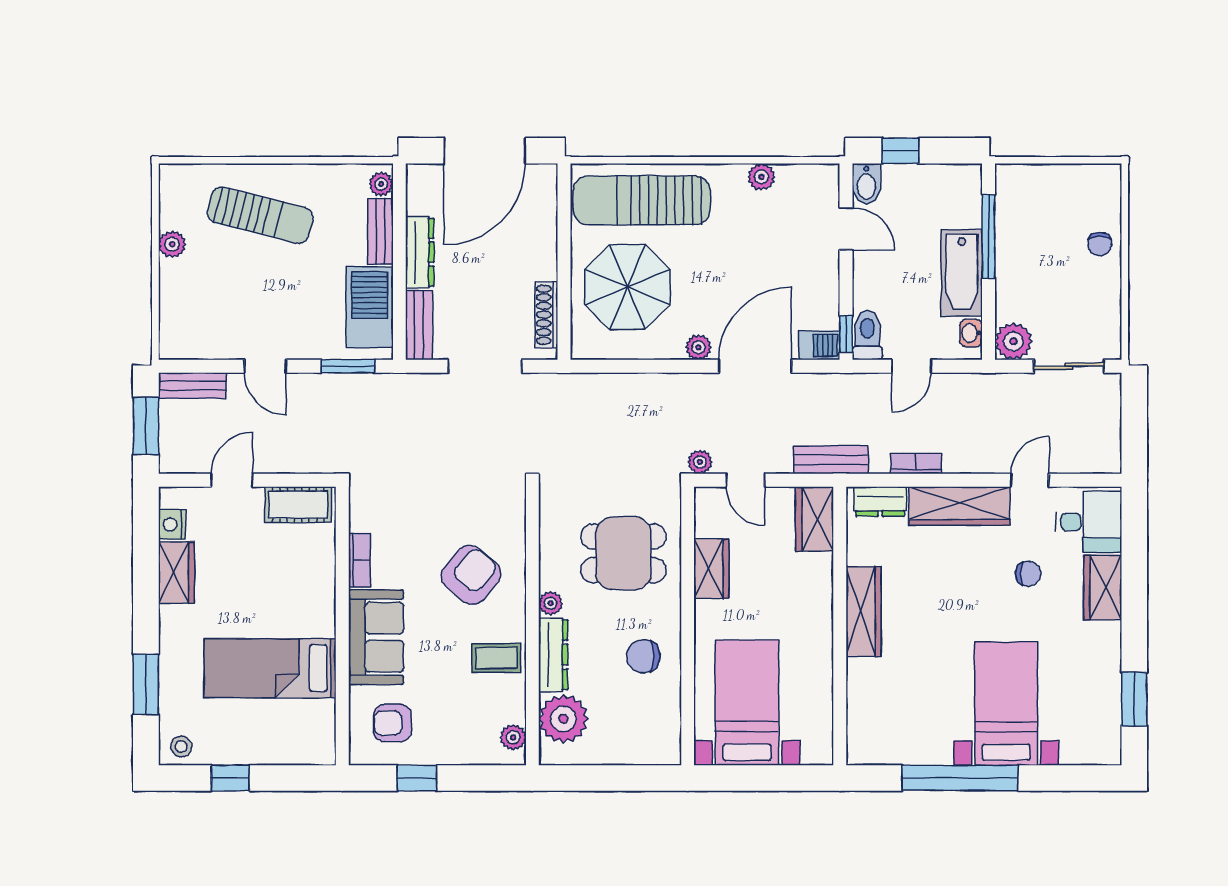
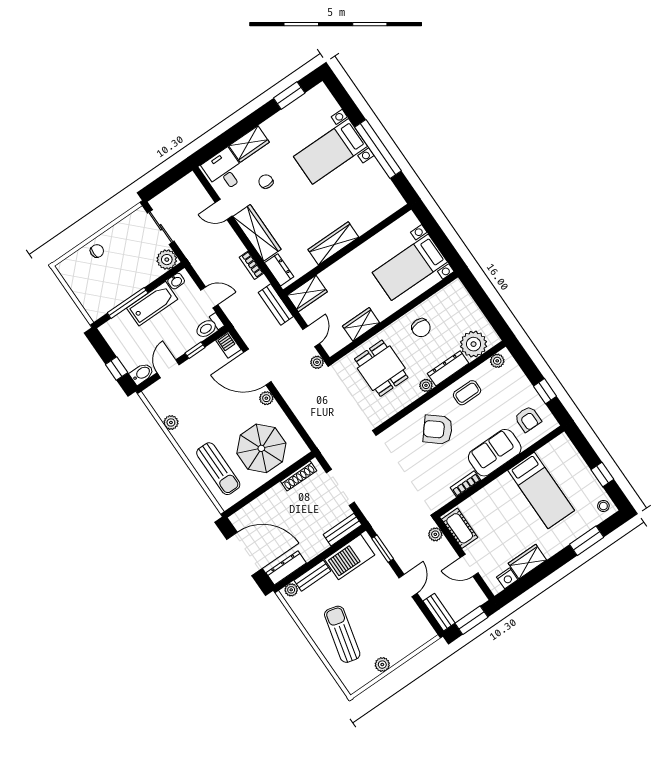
sun lounger: (642, 200) -> (218, 469), width x0.73, depth x0.75
dresser: (420, 252) -> (286, 568), moved
window: (846, 334) -> (195, 350), moved
plant: (314, 461) -> (435, 534), added
coffee table: (496, 658) -> (467, 393), turned 90

